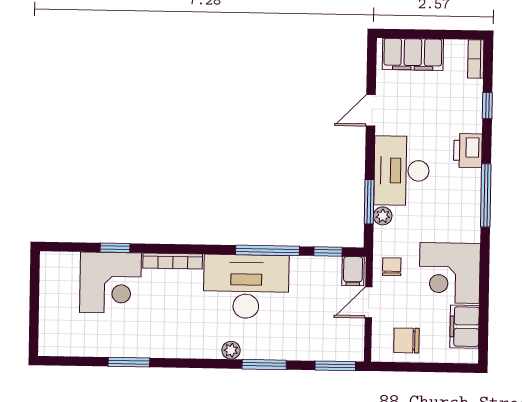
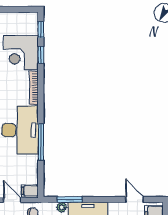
door: (371, 110) -> (135, 199), moved
window: (328, 251) -> (41, 30), moved

